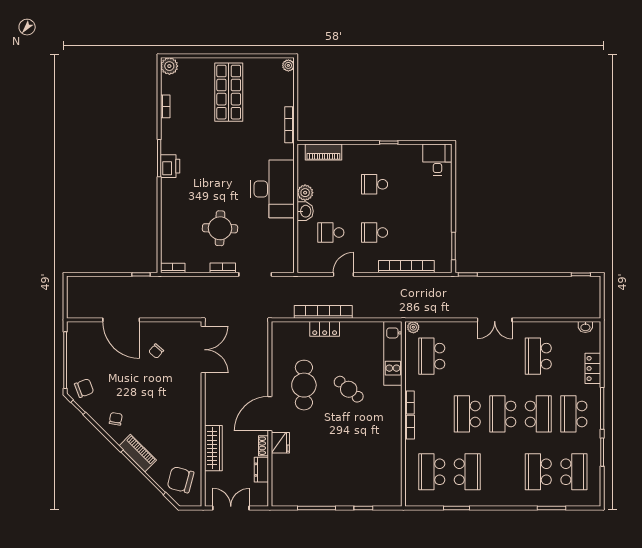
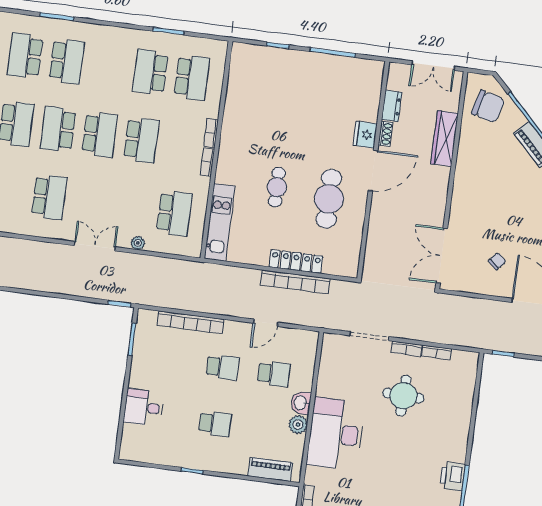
desk: (437, 160) -> (144, 407), moved, turned 90
bookcase: (173, 268) -> (437, 353), moved
plant: (413, 327) -> (138, 243), moved
locker: (325, 329) -> (296, 262), width x1.53
cafe table: (349, 389) -> (277, 187), turned 50

